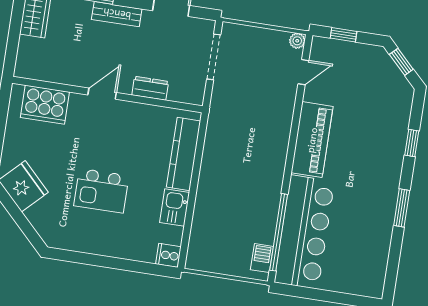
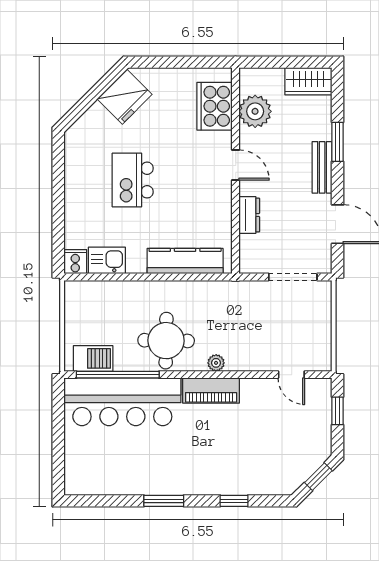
plant: (297, 41) -> (216, 363), moved
plant: (55, 68) -> (255, 111), added
piano: (312, 140) -> (211, 391), width x0.73, depth x0.75
round table: (254, 183) -> (166, 341), added
kitchen sink: (175, 208) -> (107, 260), moved
barbecue: (262, 258) -> (93, 358), width x1.38, depth x1.27

